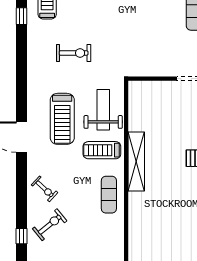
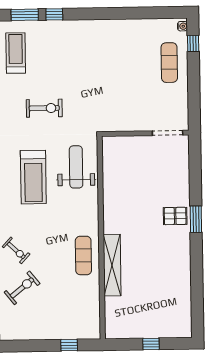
treadmill: (102, 150) -> (75, 209), removed
shelving: (136, 161) -> (112, 265), moved

